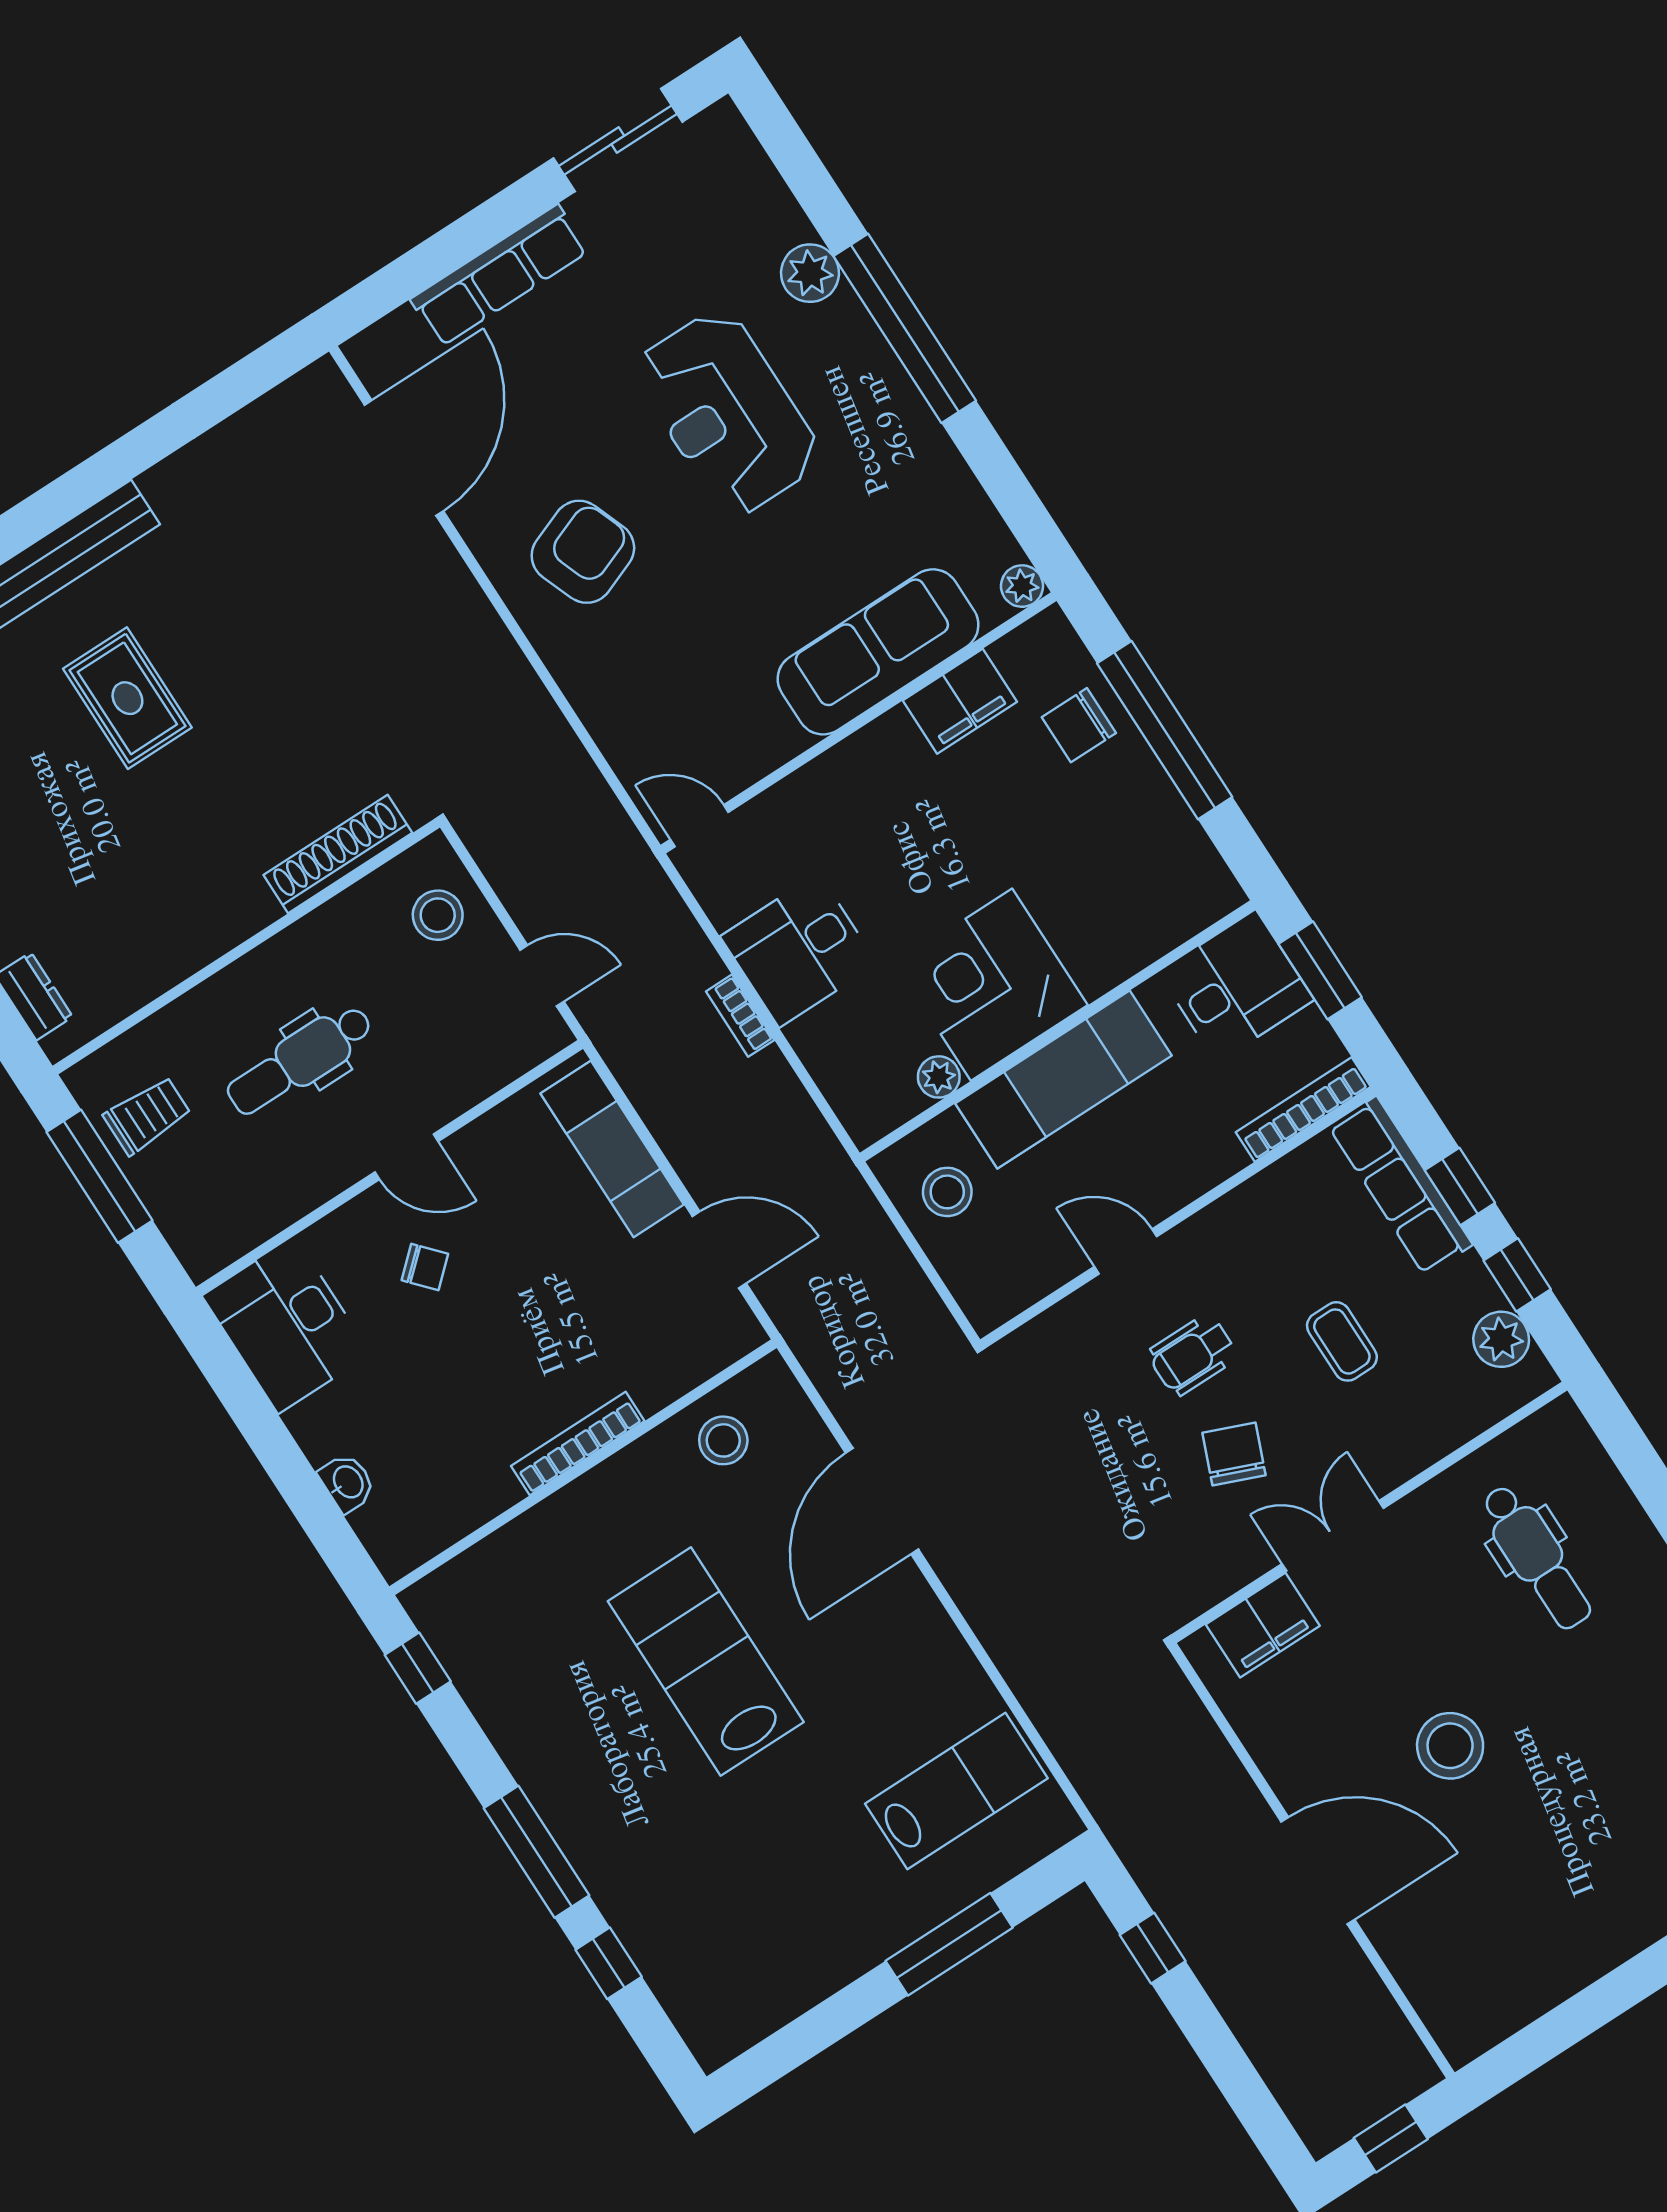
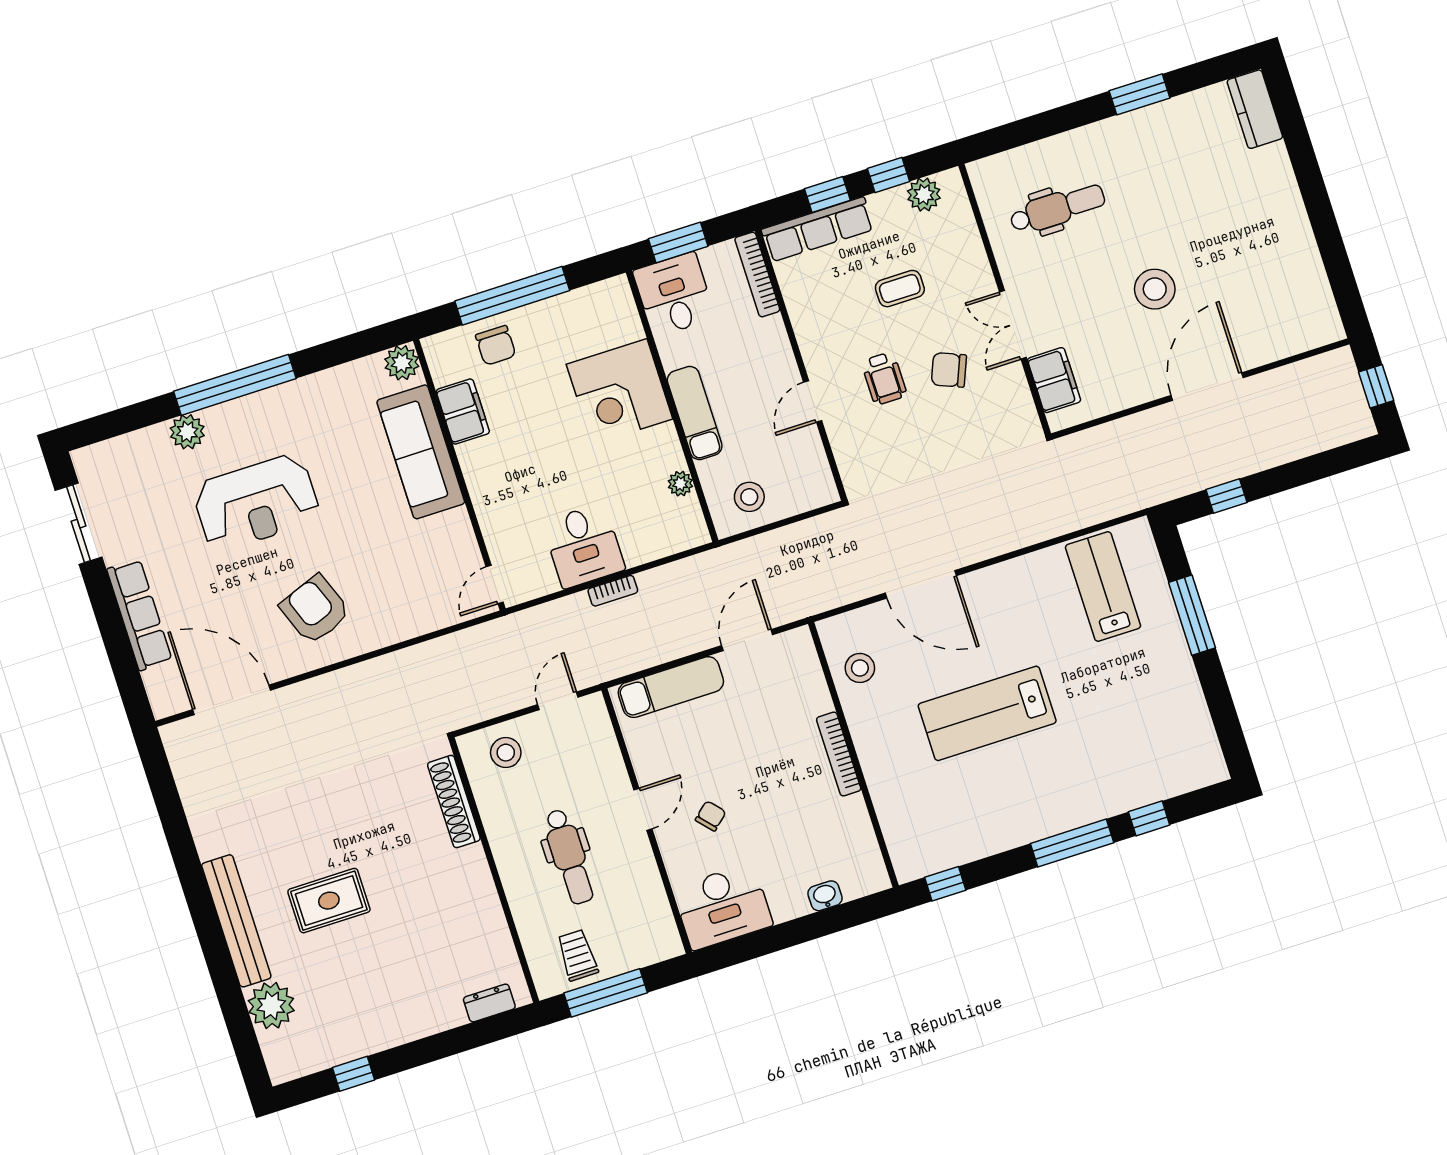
plant: (1022, 586) -> (402, 363), width x1.38, depth x1.38
corner desk: (992, 985) -> (620, 392), moved
exam couch: (1063, 1080) -> (695, 413), width x0.73, depth x0.69

